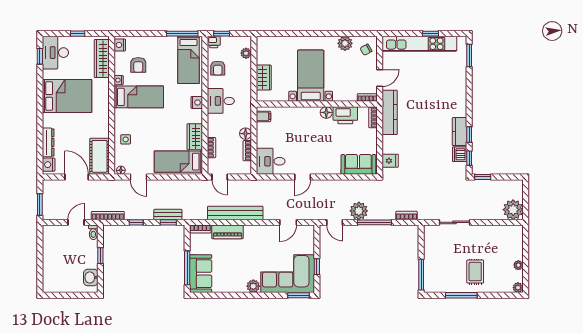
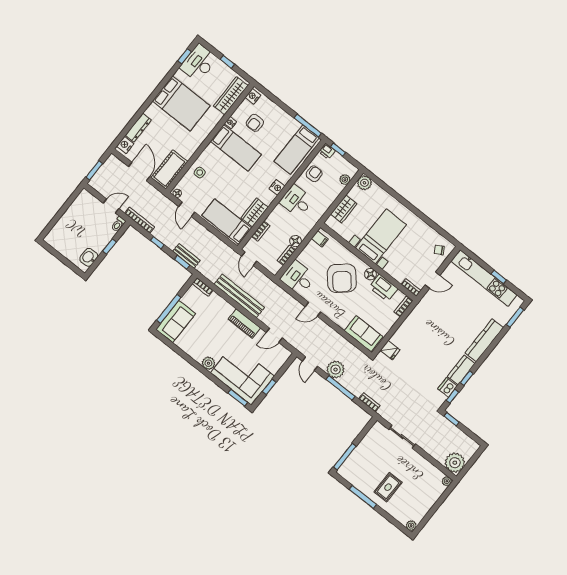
plant: (345, 43) -> (364, 183), moved
armchair: (218, 68) -> (314, 174), turned 180
kitchen counter: (390, 112) -> (484, 340), moved, turned 180
armchair: (306, 134) -> (342, 278), added
piano: (227, 232) -> (244, 324), moved
plant: (518, 265) -> (447, 481), moved

